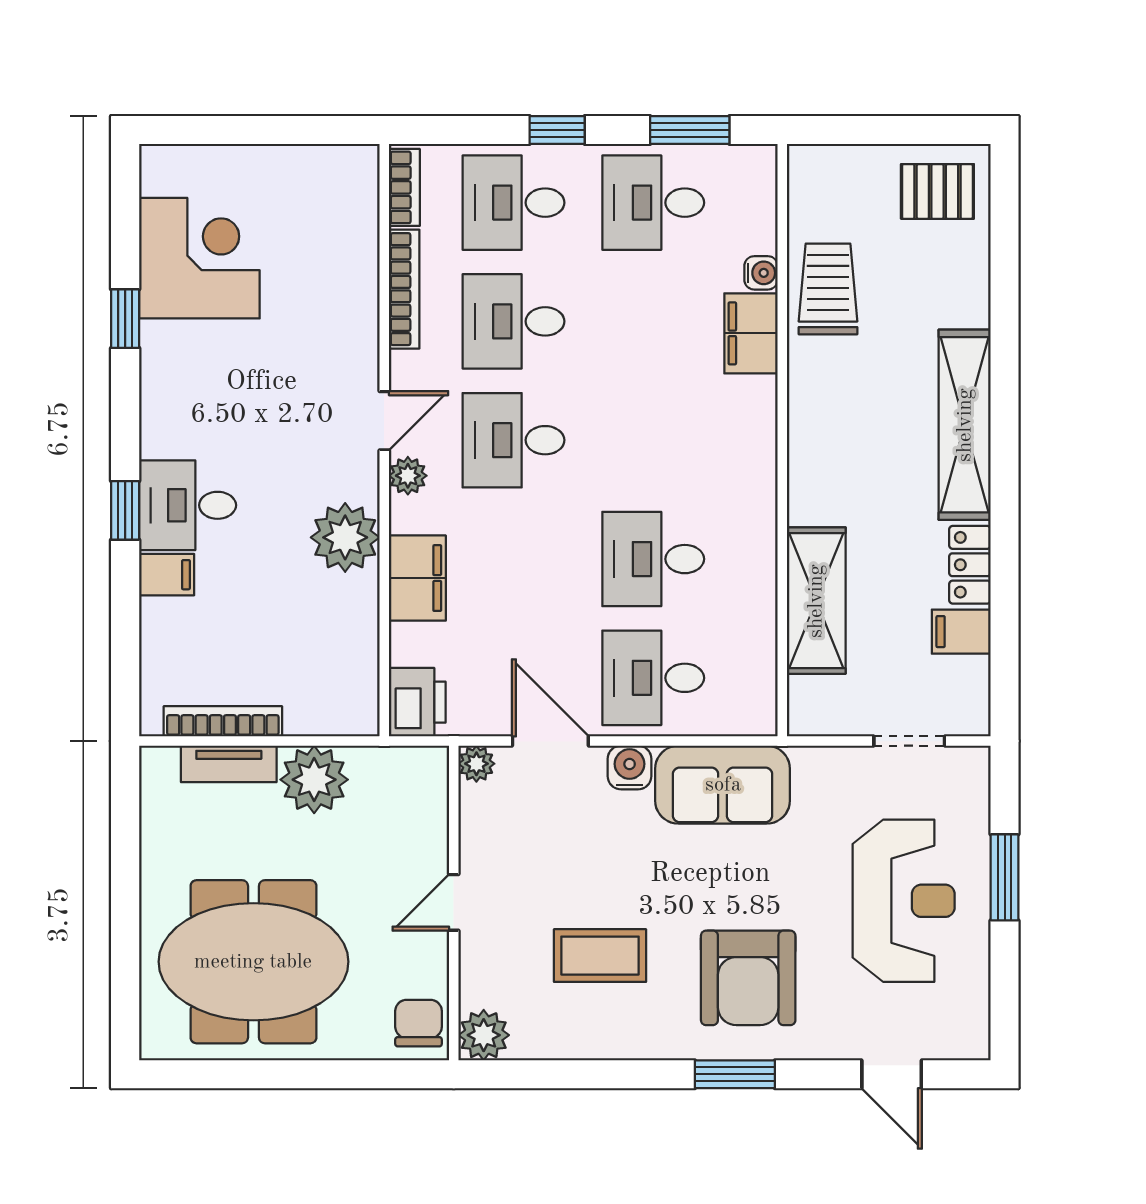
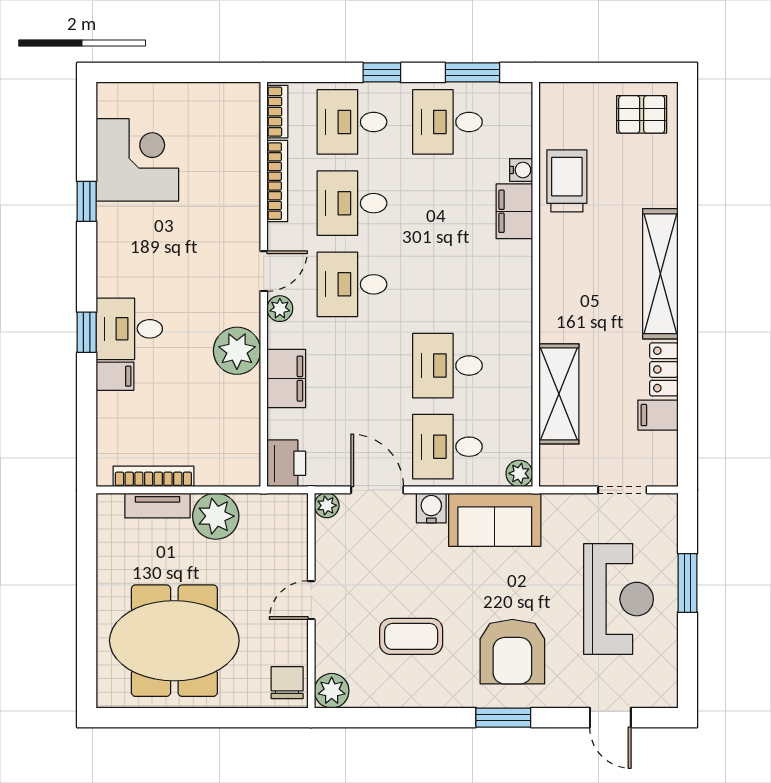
plant: (758, 717) -> (519, 473), added

